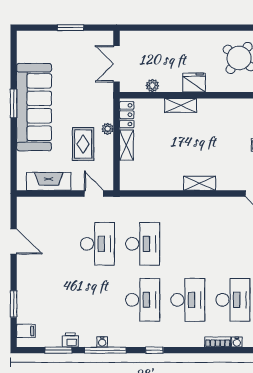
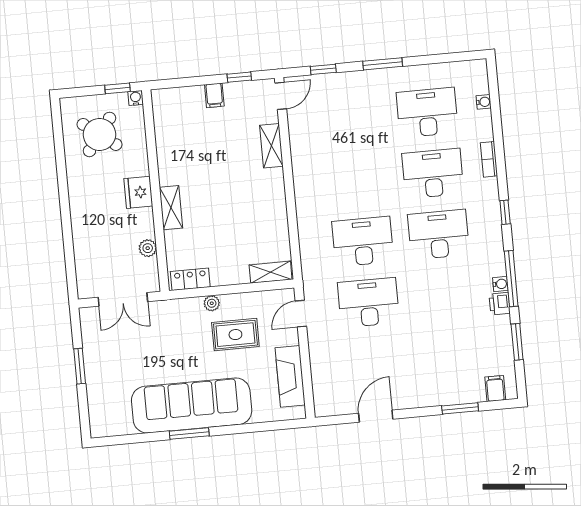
shelving: (126, 145) -> (271, 272), moved
shelving: (200, 183) -> (271, 146), moved
printer: (70, 340) -> (500, 304), moved
bookcase: (218, 342) -> (489, 159), moved

